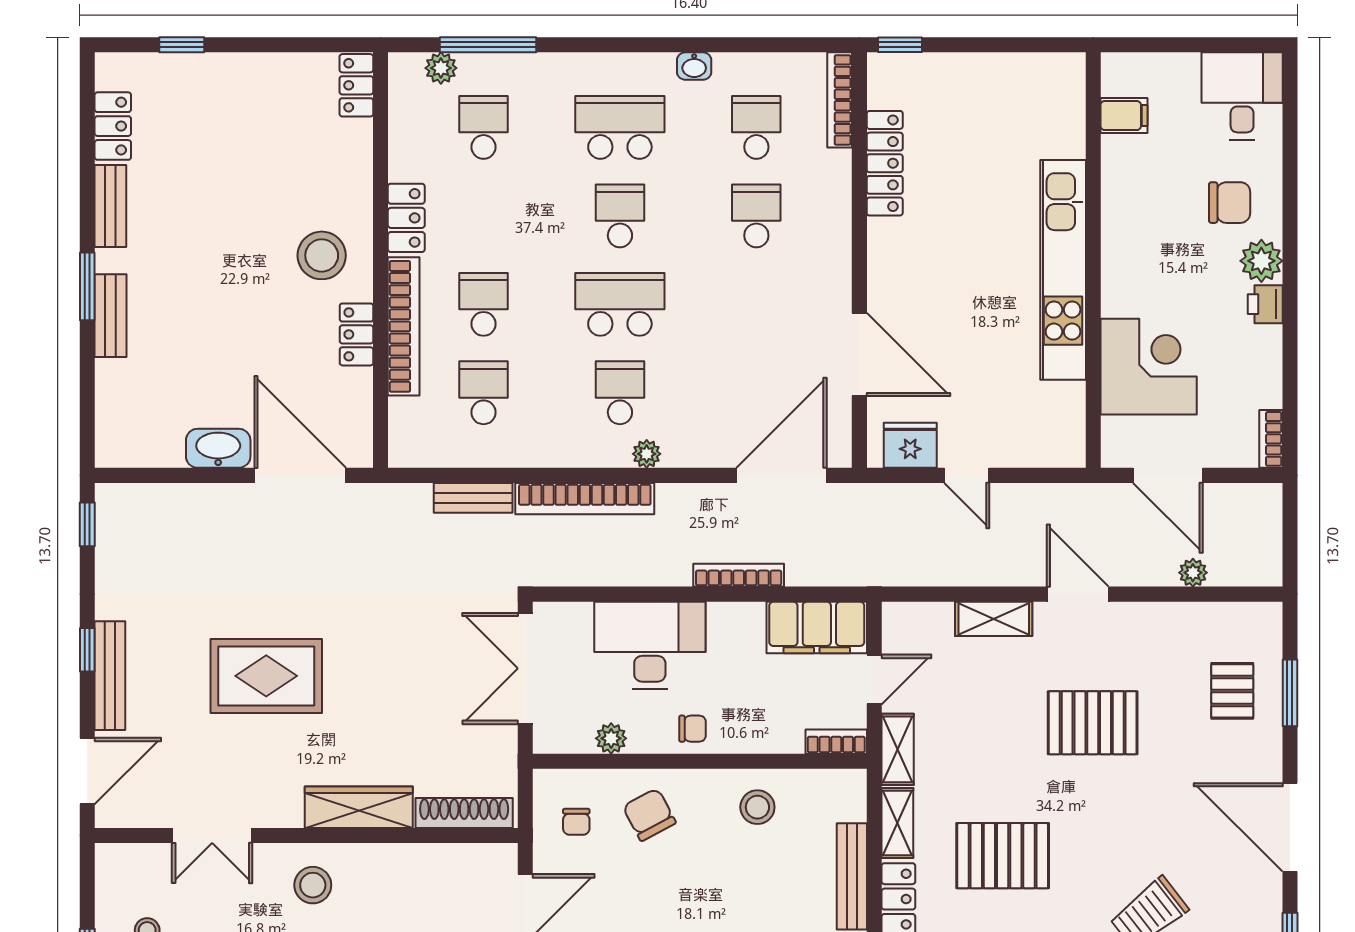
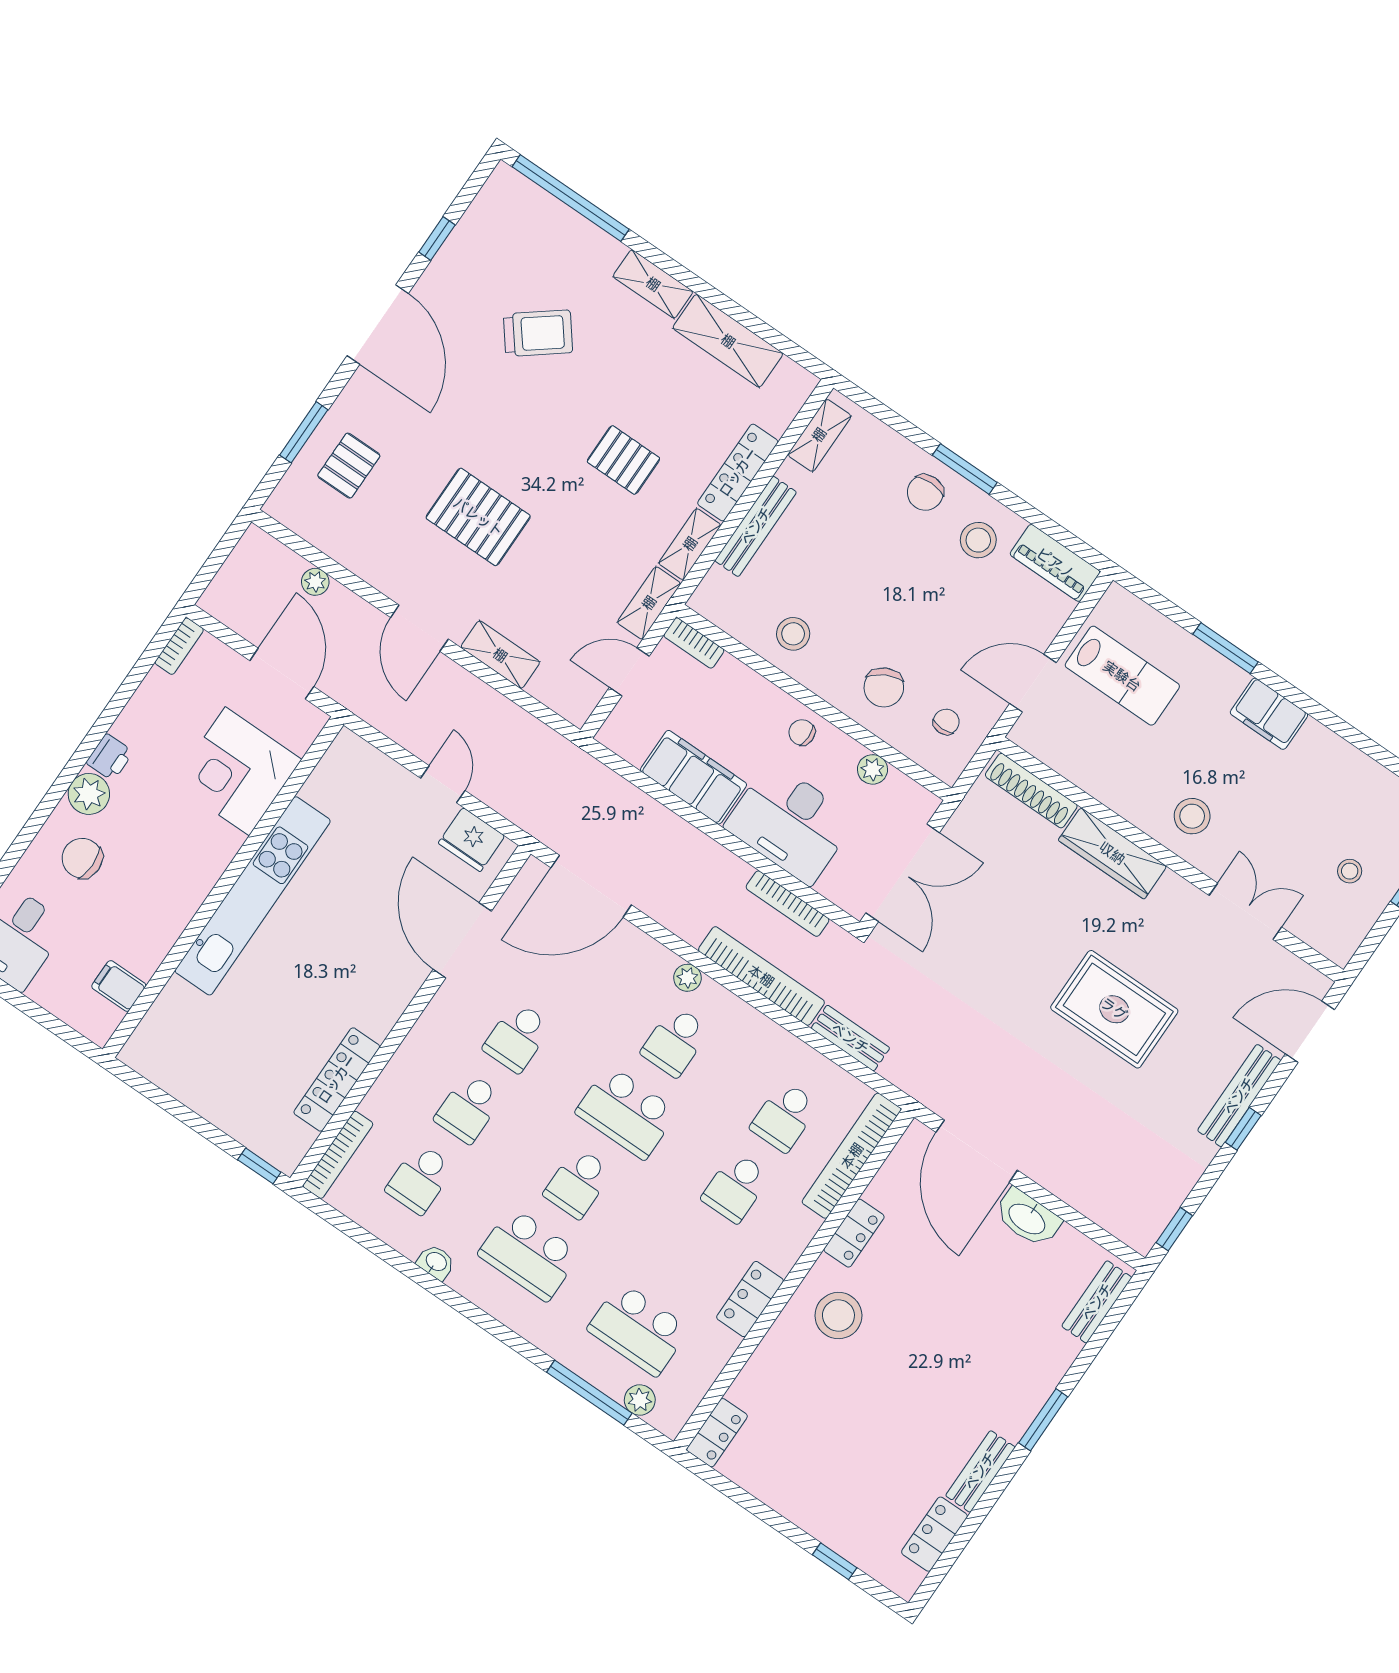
school desk: (483, 127) -> (638, 1329), width x1.85
school desk: (756, 304) -> (517, 1037), added
bench: (111, 316) -> (1097, 1302), moved
bookcase: (404, 326) -> (852, 1156), moved
bookcase: (739, 575) -> (788, 904), moved
filing cabinet: (817, 628) -> (694, 777), moved
pallet: (1003, 856) -> (623, 460), width x0.67, depth x0.71

